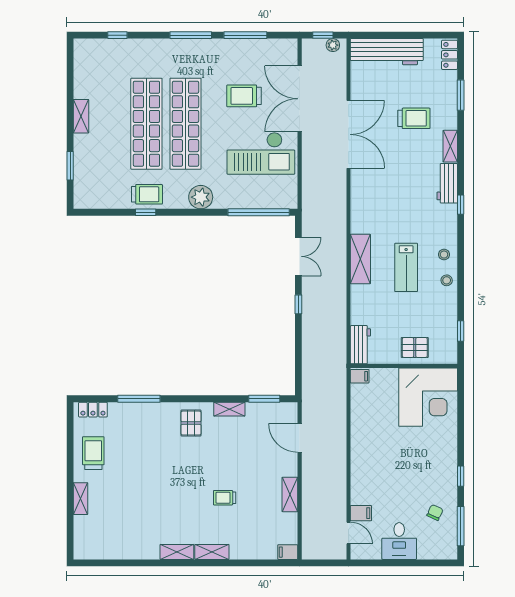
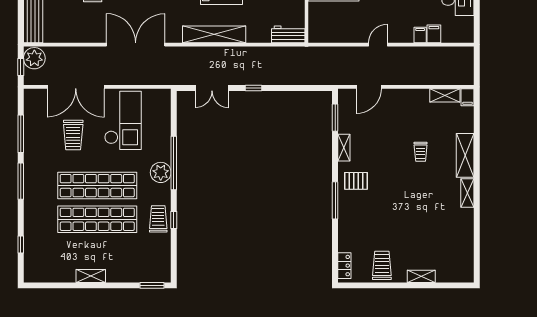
plant: (333, 45) -> (34, 58), width x1.87, depth x1.87
double door: (349, 134) -> (136, 45), moved
window: (70, 166) -> (152, 285), moved
window: (259, 212) -> (174, 163), moved
double door: (298, 256) -> (212, 88), swing flipped
shelving: (360, 259) -> (214, 34), width x1.47
filing cabinet: (360, 376) -> (420, 35), moved
window: (139, 399) -> (335, 200), moved
trolley: (93, 453) -> (382, 265), turned 90
shelving: (290, 494) -> (445, 95), moved
door: (349, 533) -> (378, 45), moved
shelving: (212, 552) -> (465, 155), width x1.50, depth x1.33

